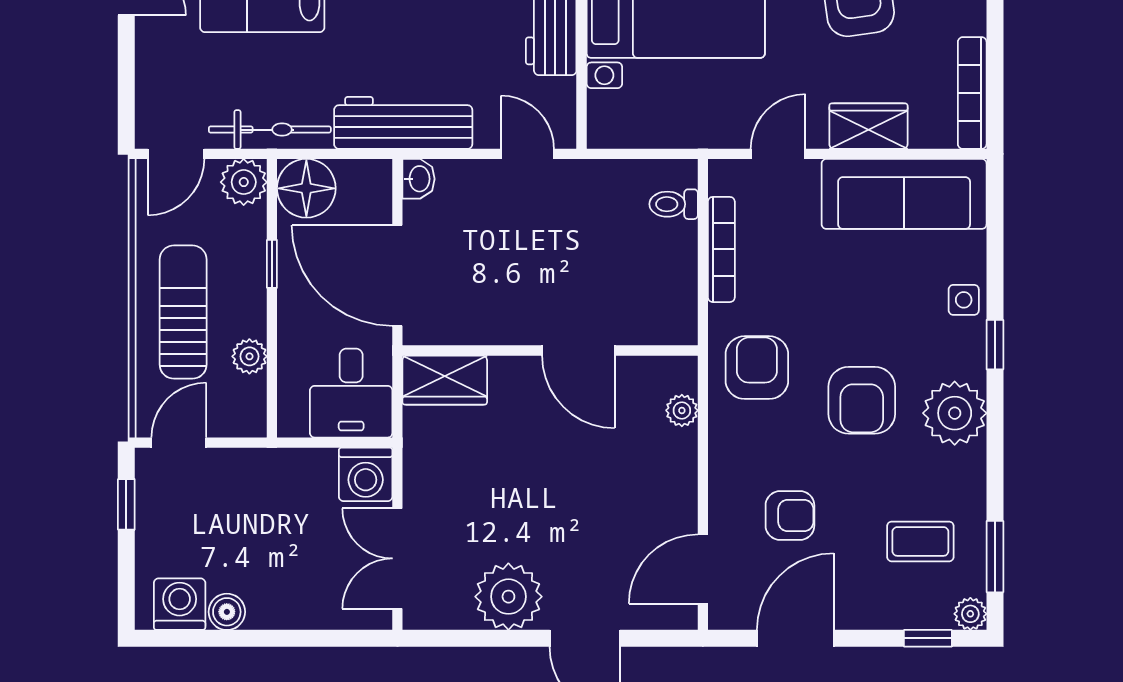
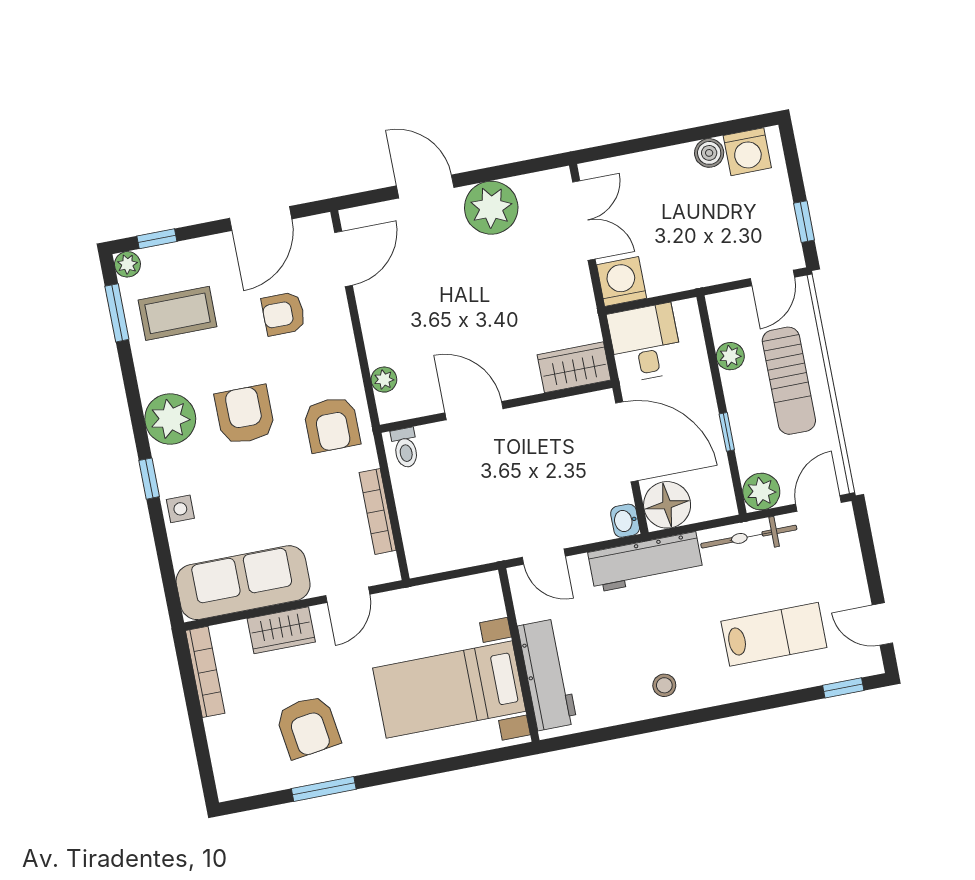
floor lamp: (306, 188) -> (667, 505), moved
toilet: (674, 204) -> (405, 448), moved, turned 90
coffee table: (920, 541) -> (178, 313), width x1.36, depth x1.30

